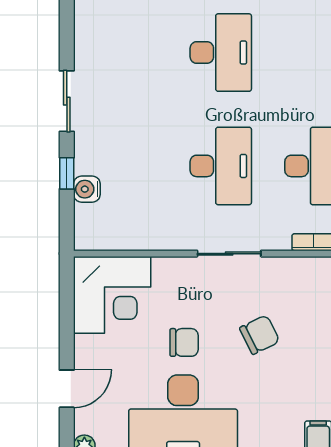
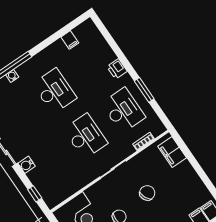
window: (67, 173) -> (35, 194), moved
water cooler: (87, 189) -> (27, 165), moved

